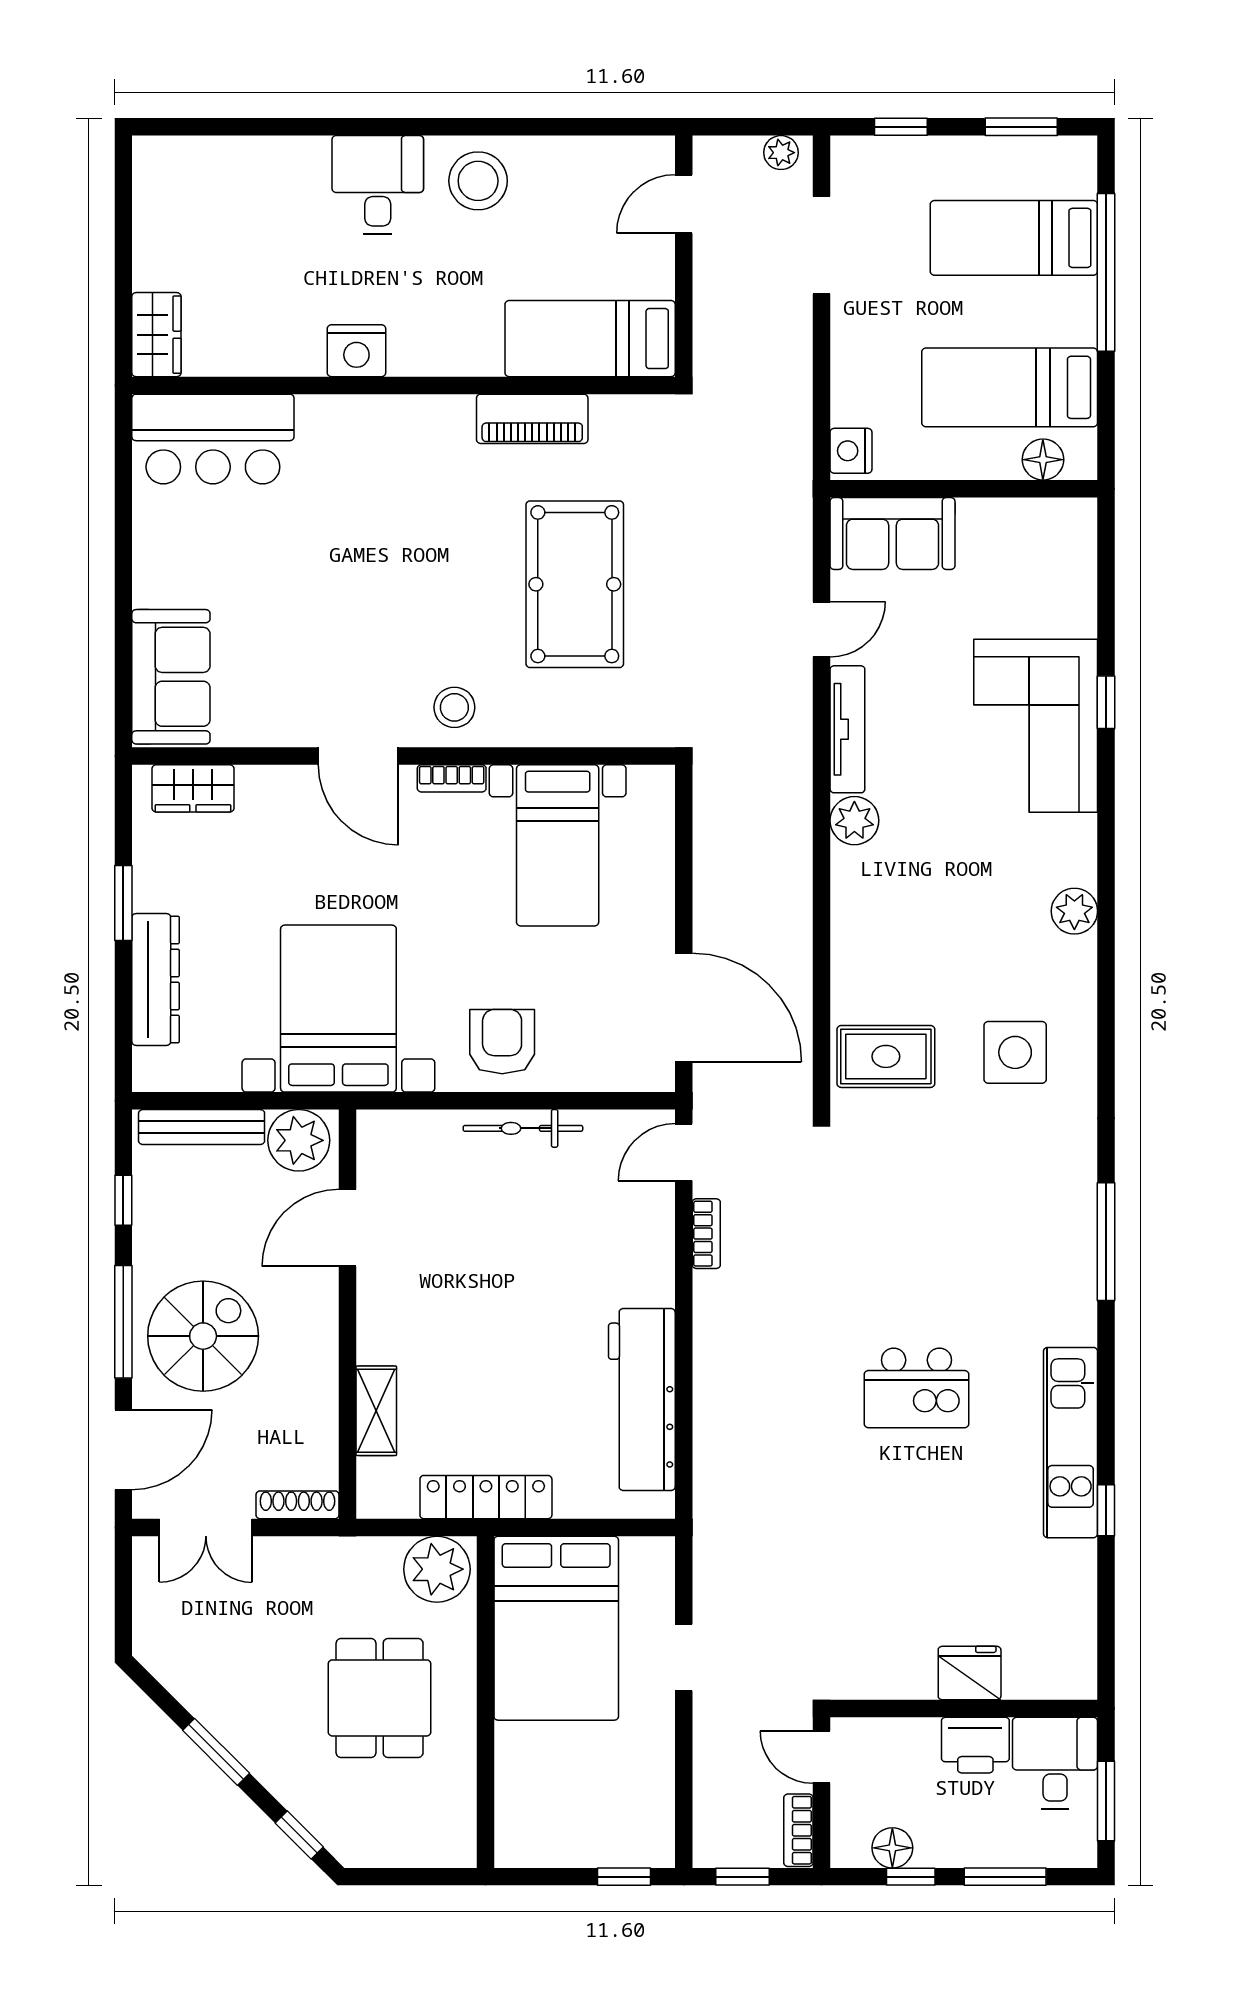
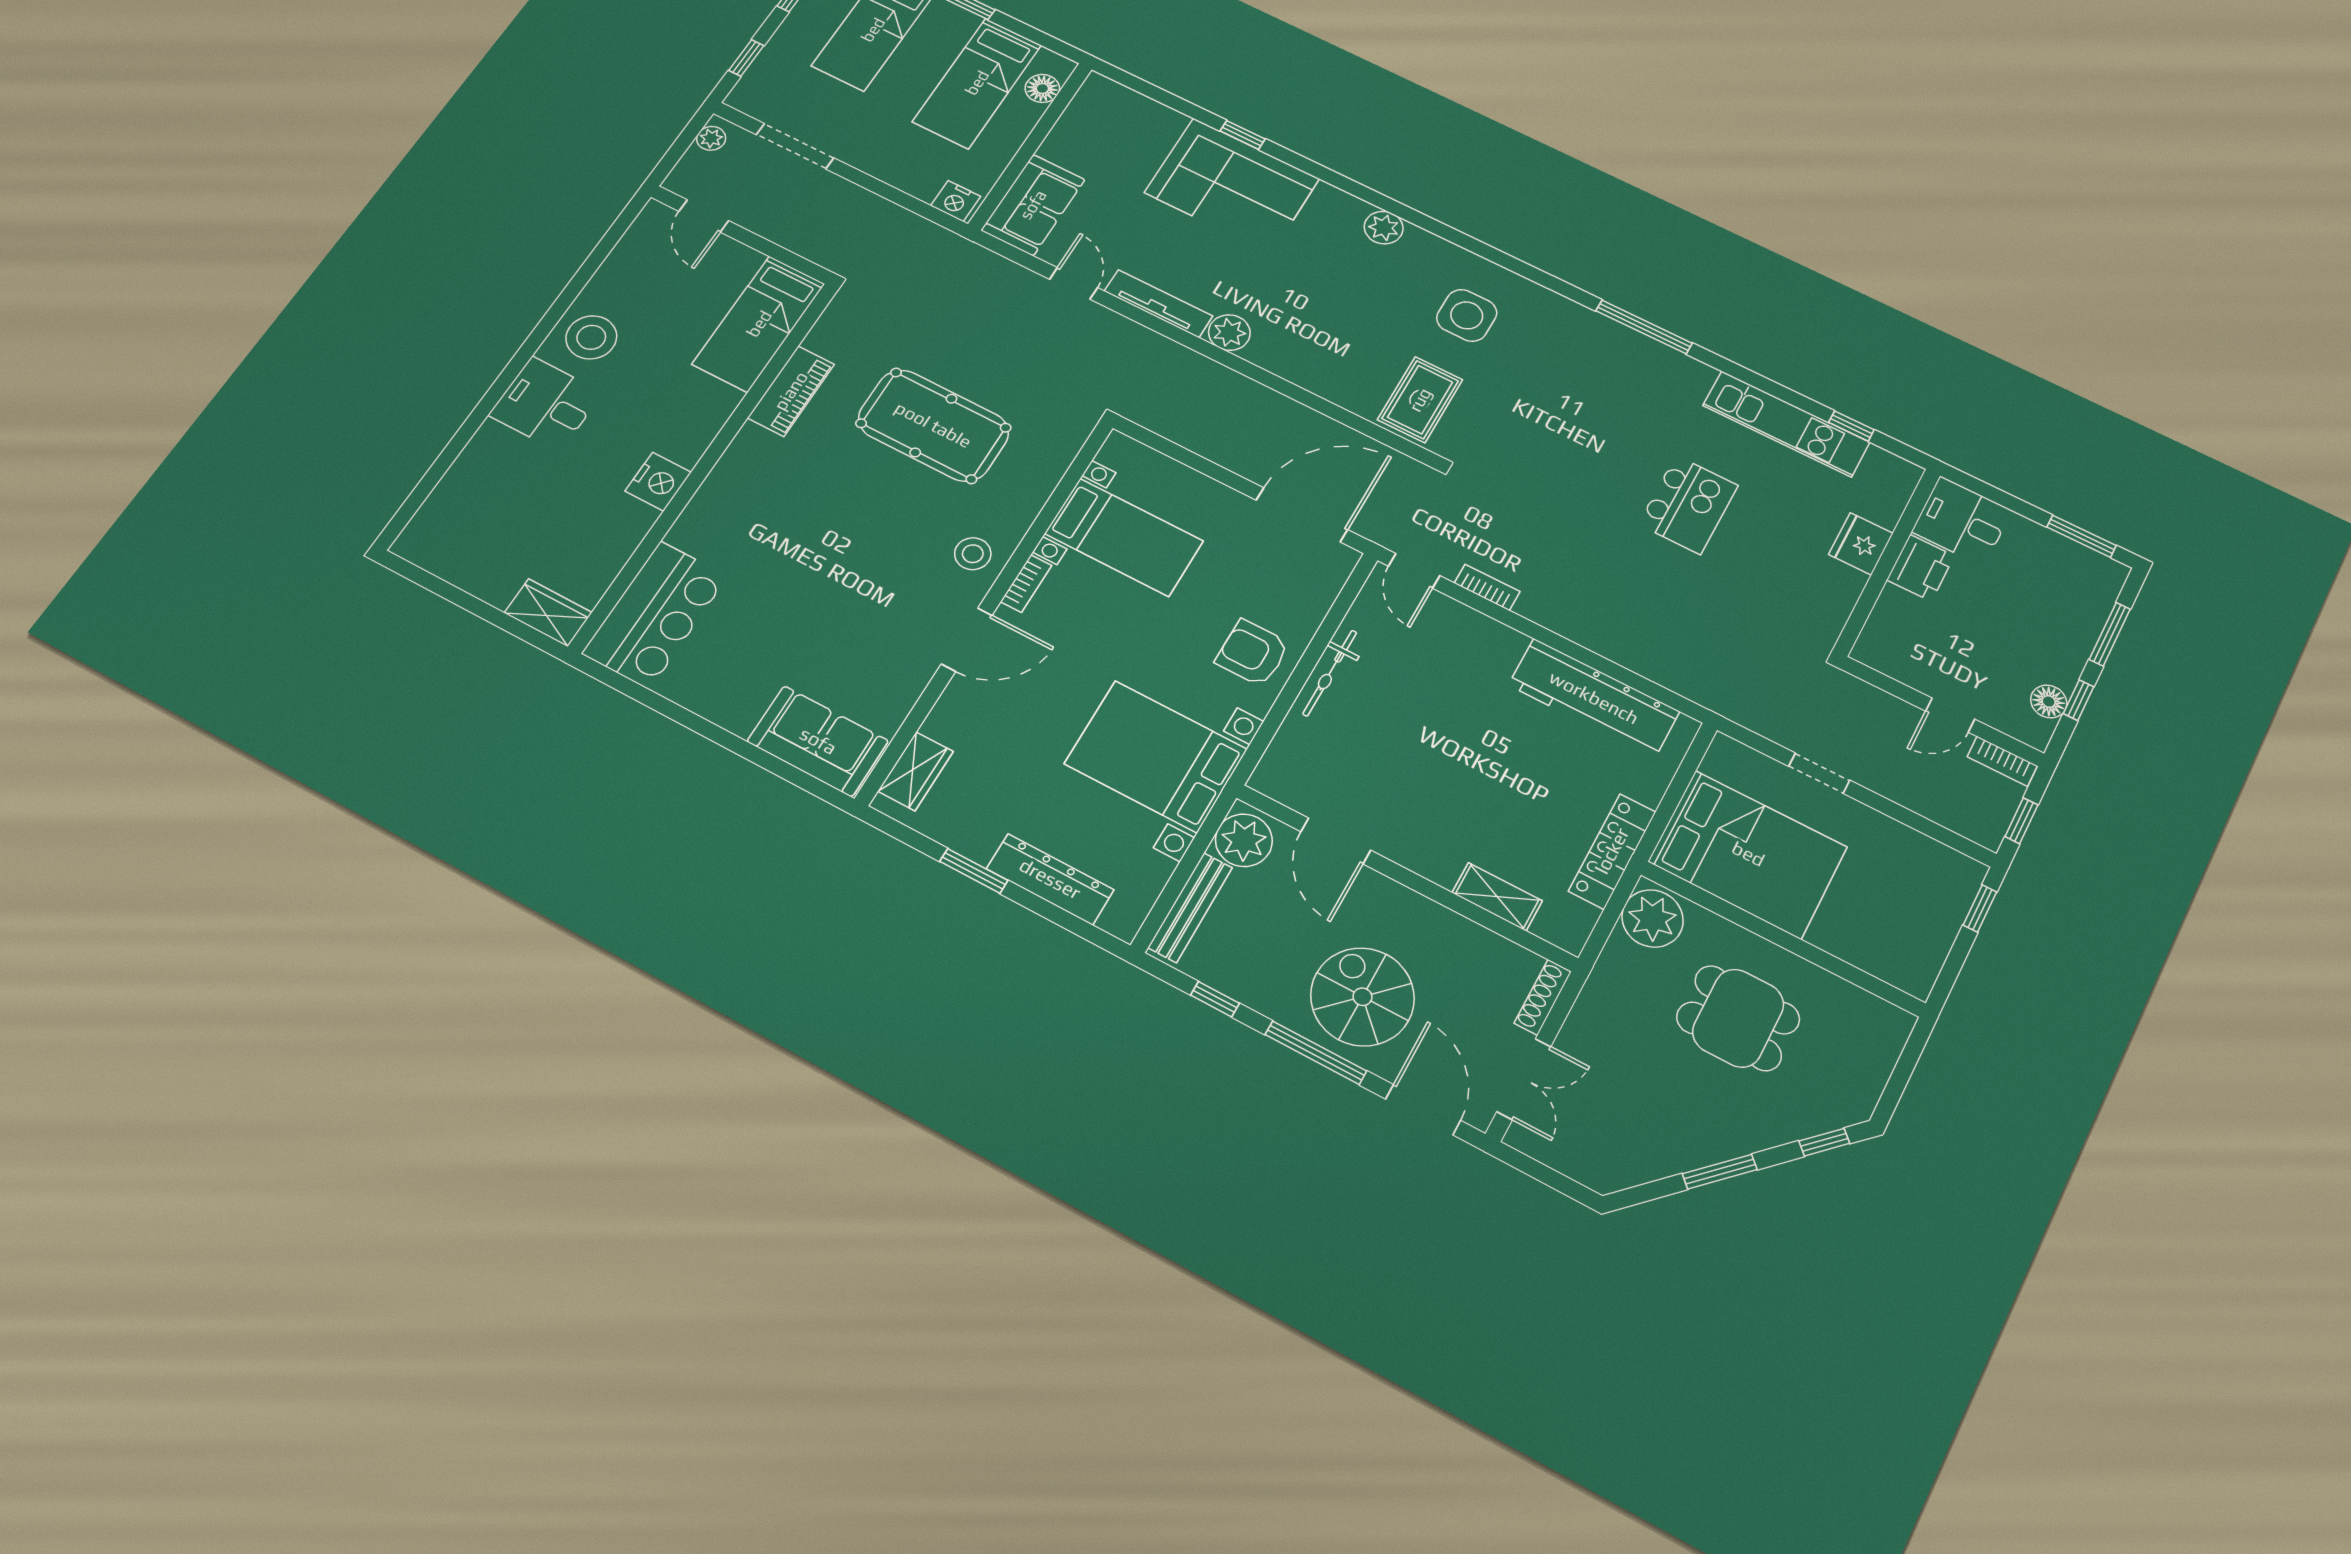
fridge: (970, 1673) -> (1861, 544), moved
wall: (964, 1709) -> (1887, 562), moved
printer: (975, 1745) -> (1920, 568), moved
desk: (1055, 1763) -> (1962, 521), moved

